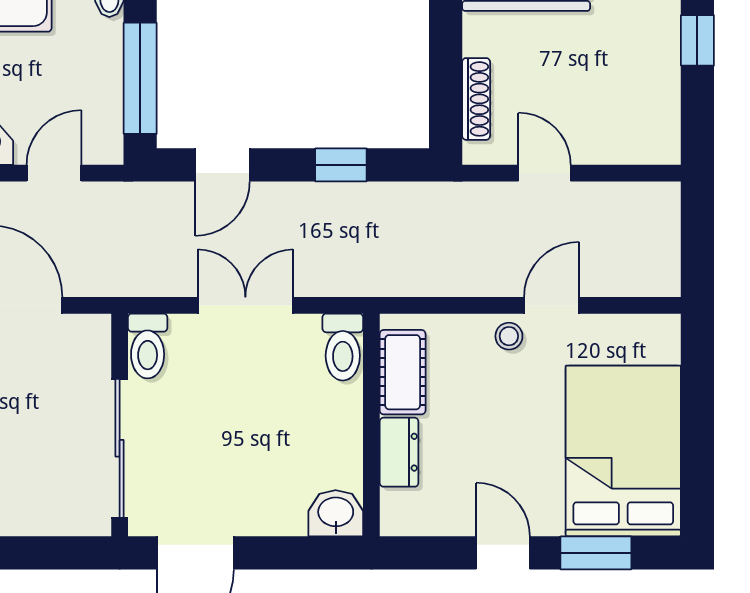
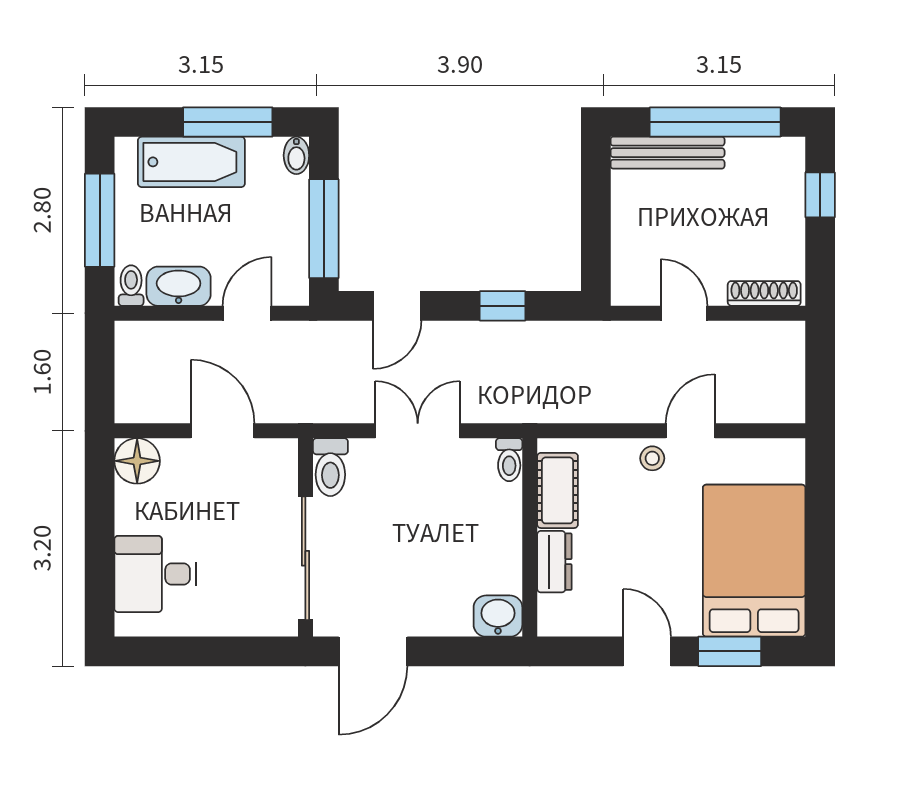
shoe rack: (476, 99) -> (764, 293), moved, turned -90
toilet: (343, 347) -> (509, 460), width x0.73, depth x0.72

